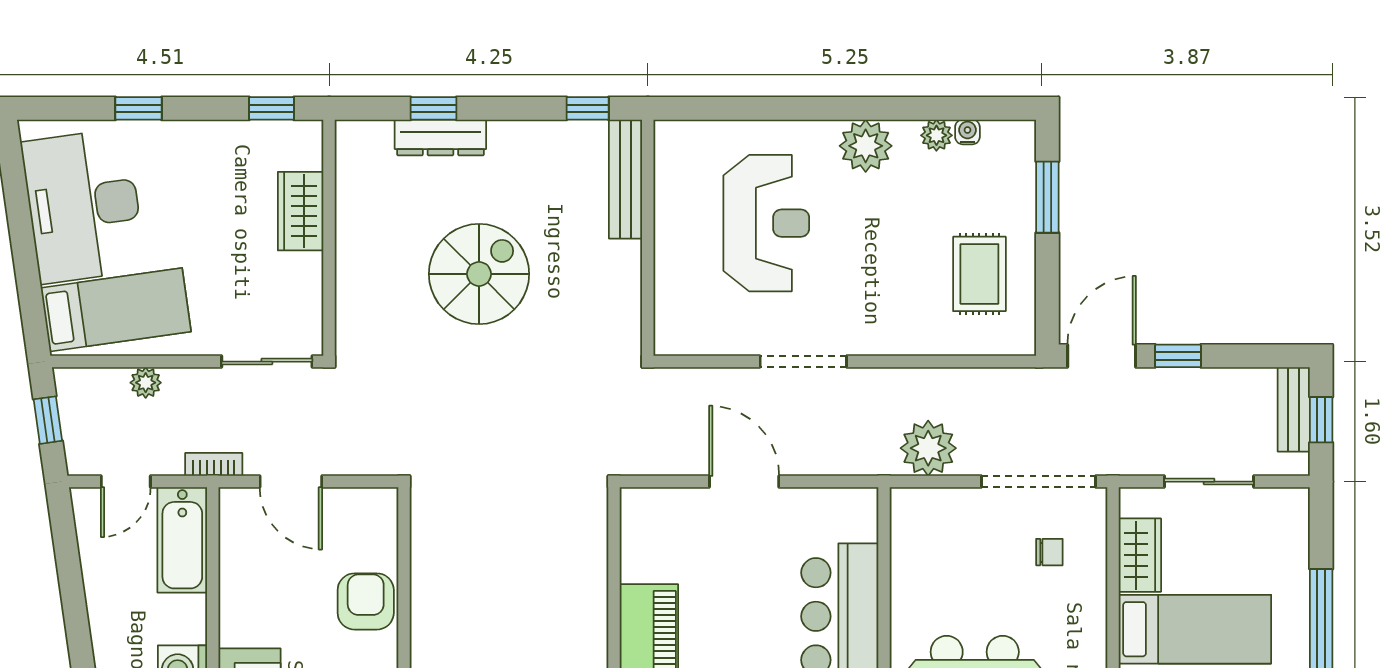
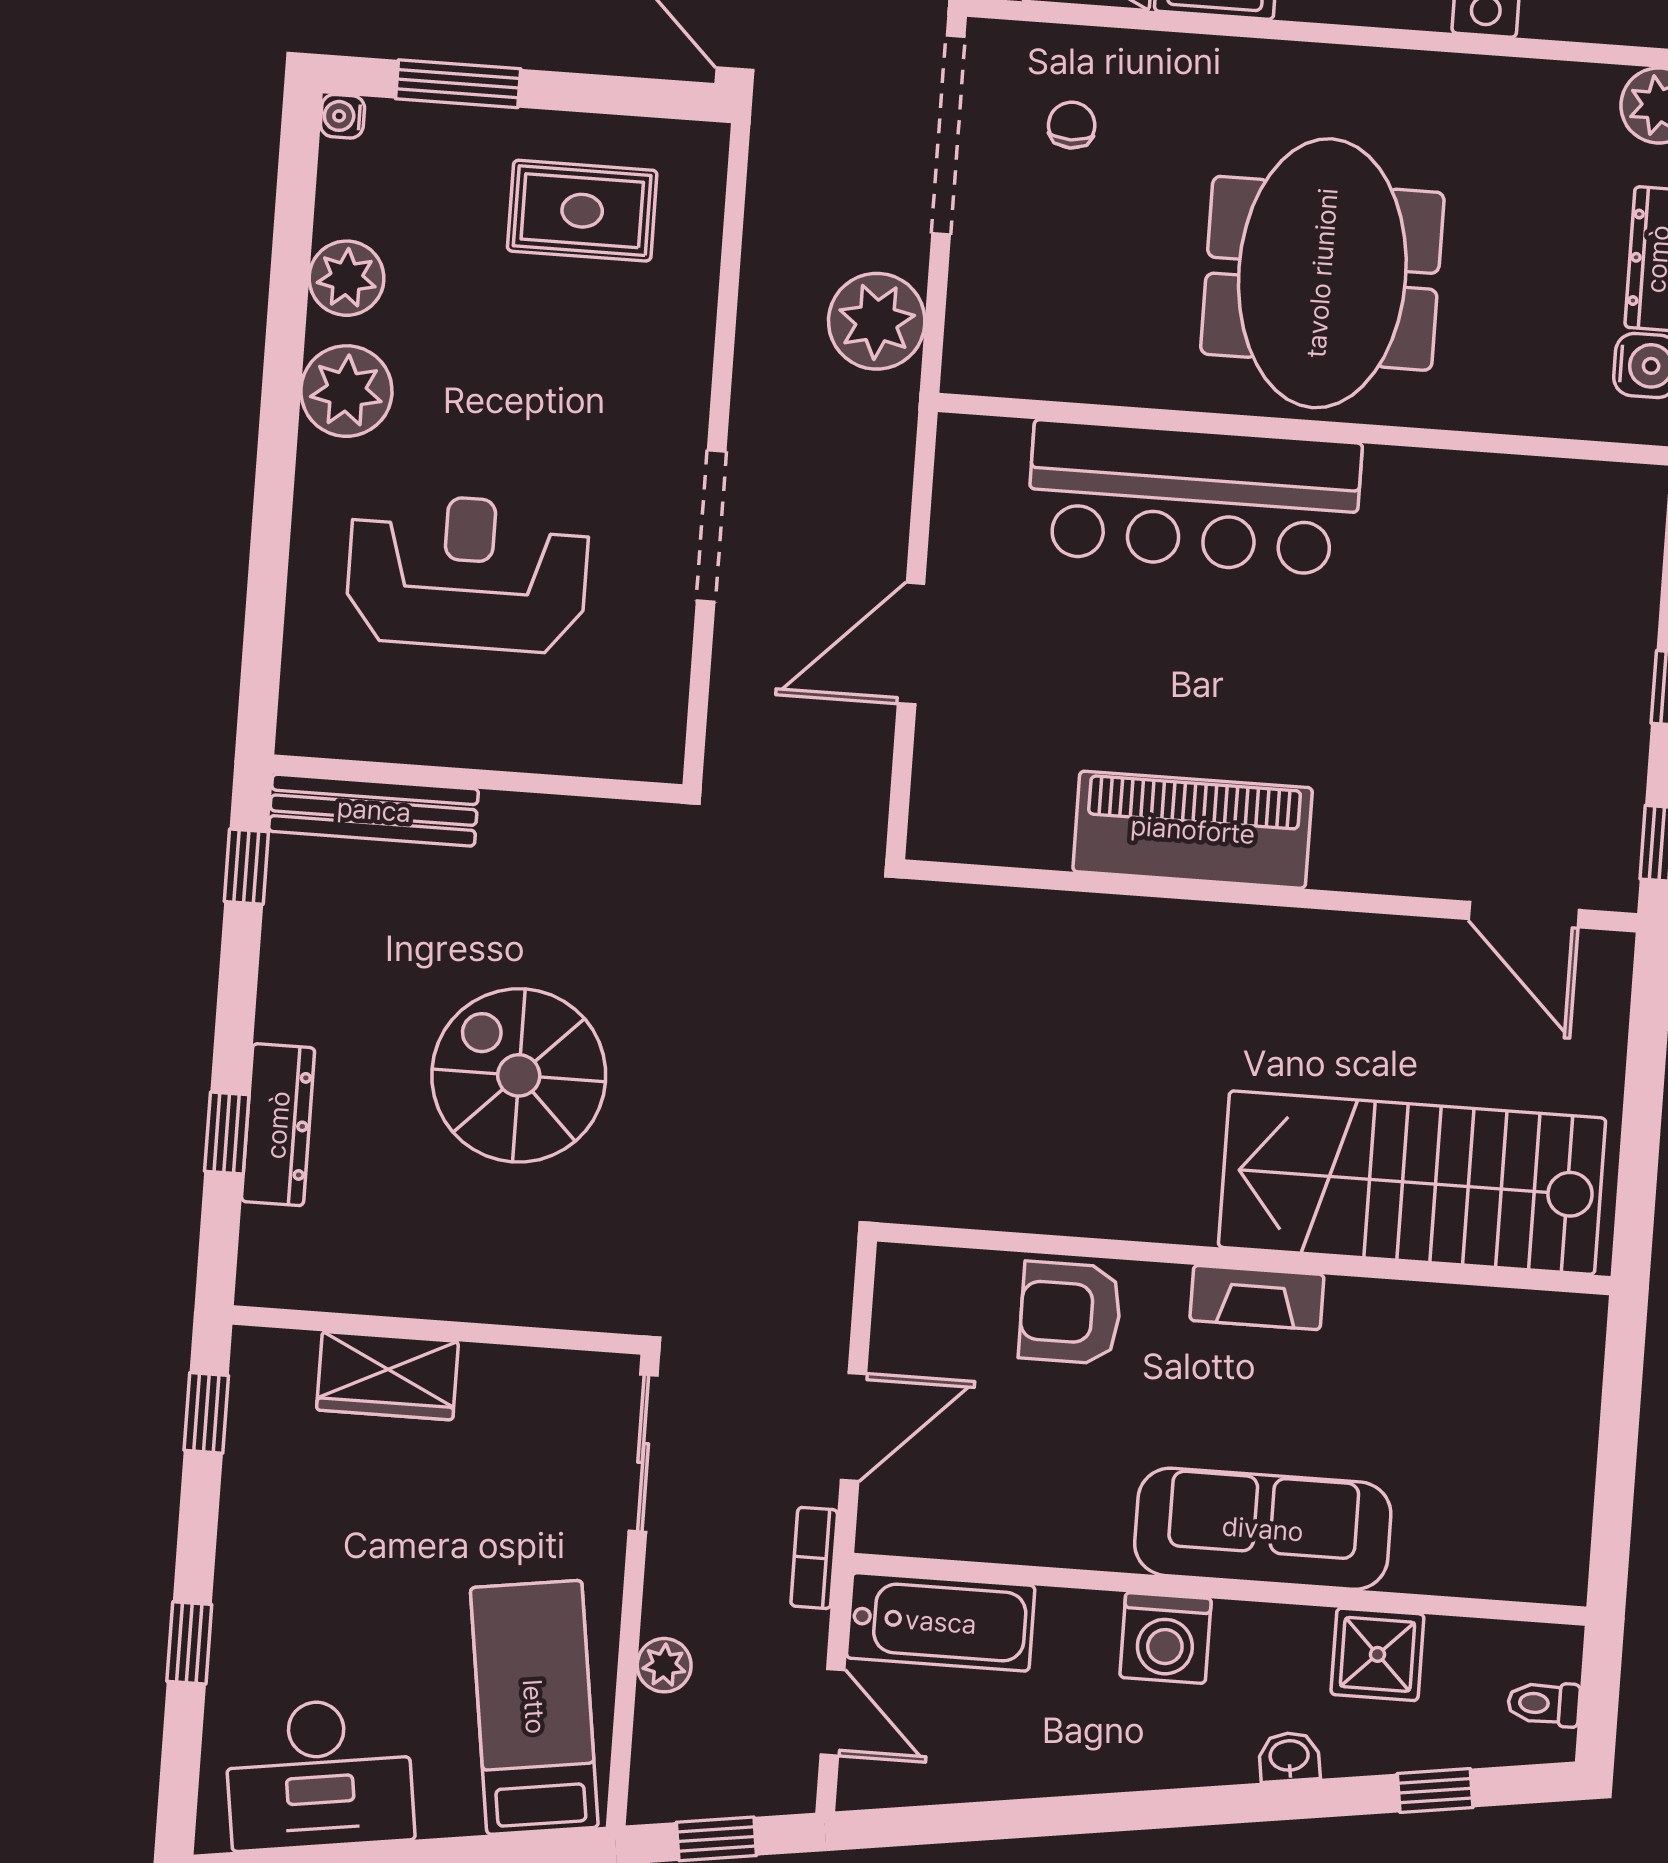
water cooler: (967, 132) -> (342, 116), moved
plant: (936, 135) -> (347, 278), width x1.38, depth x1.38
desk: (83, 206) -> (319, 1774), width x0.73, depth x0.77

